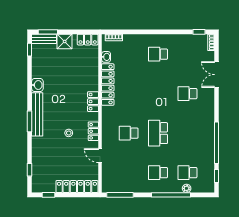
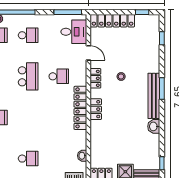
locker: (108, 85) -> (80, 108), moved
desk: (114, 176) -> (74, 32), added

